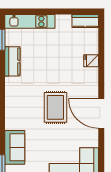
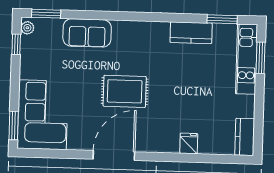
window: (29, 12) -> (261, 58), added
sofa: (15, 147) -> (87, 33), moved

